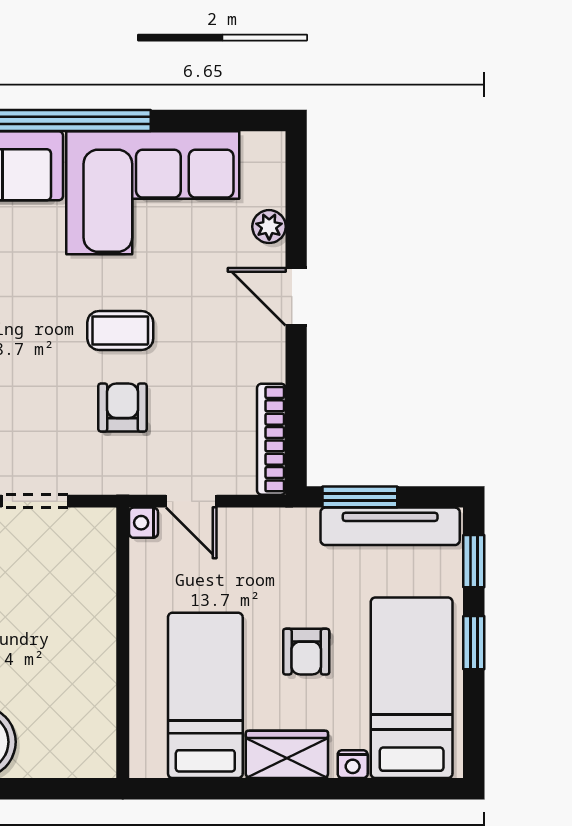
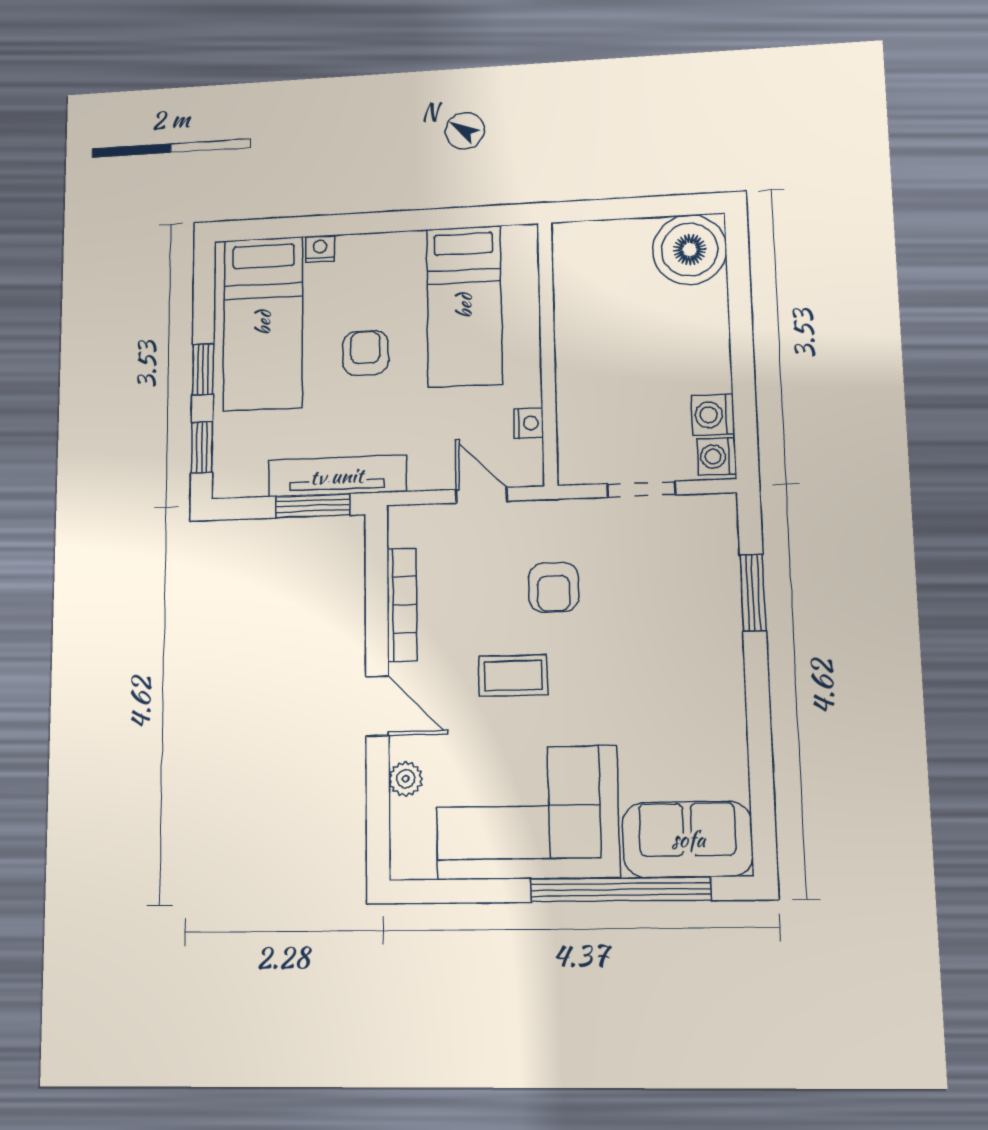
coffee table: (120, 330) -> (513, 675), moved
bookcase: (271, 439) -> (402, 605), moved
nightstand: (143, 523) -> (528, 423), moved
tv unit: (390, 526) -> (337, 476), moved
wardrobe: (287, 754) -> (384, 254), removed

